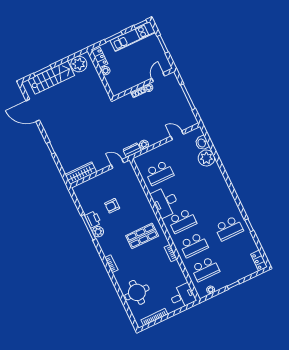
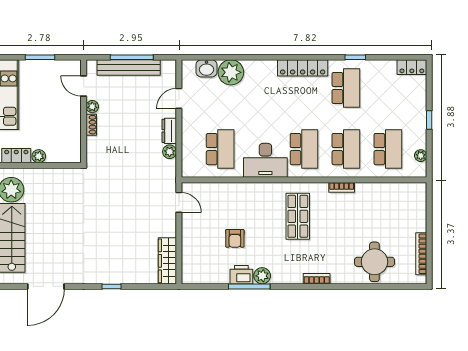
bench: (181, 98) -> (129, 67), added
dresser: (132, 150) -> (169, 131), moved
door: (117, 164) -> (179, 202), swing flipped
locker: (229, 198) -> (303, 68), added
desk: (182, 296) -> (411, 200), removed

